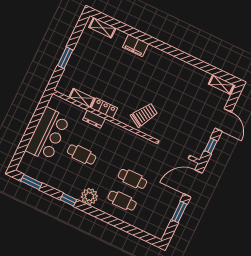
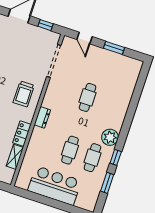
trolley: (144, 115) -> (24, 94), turned -121
dresser: (94, 119) -> (42, 117), moved
window: (31, 182) -> (107, 183), moved
door: (193, 183) -> (85, 38), width x0.53
cafe table: (122, 201) -> (92, 158), moved

